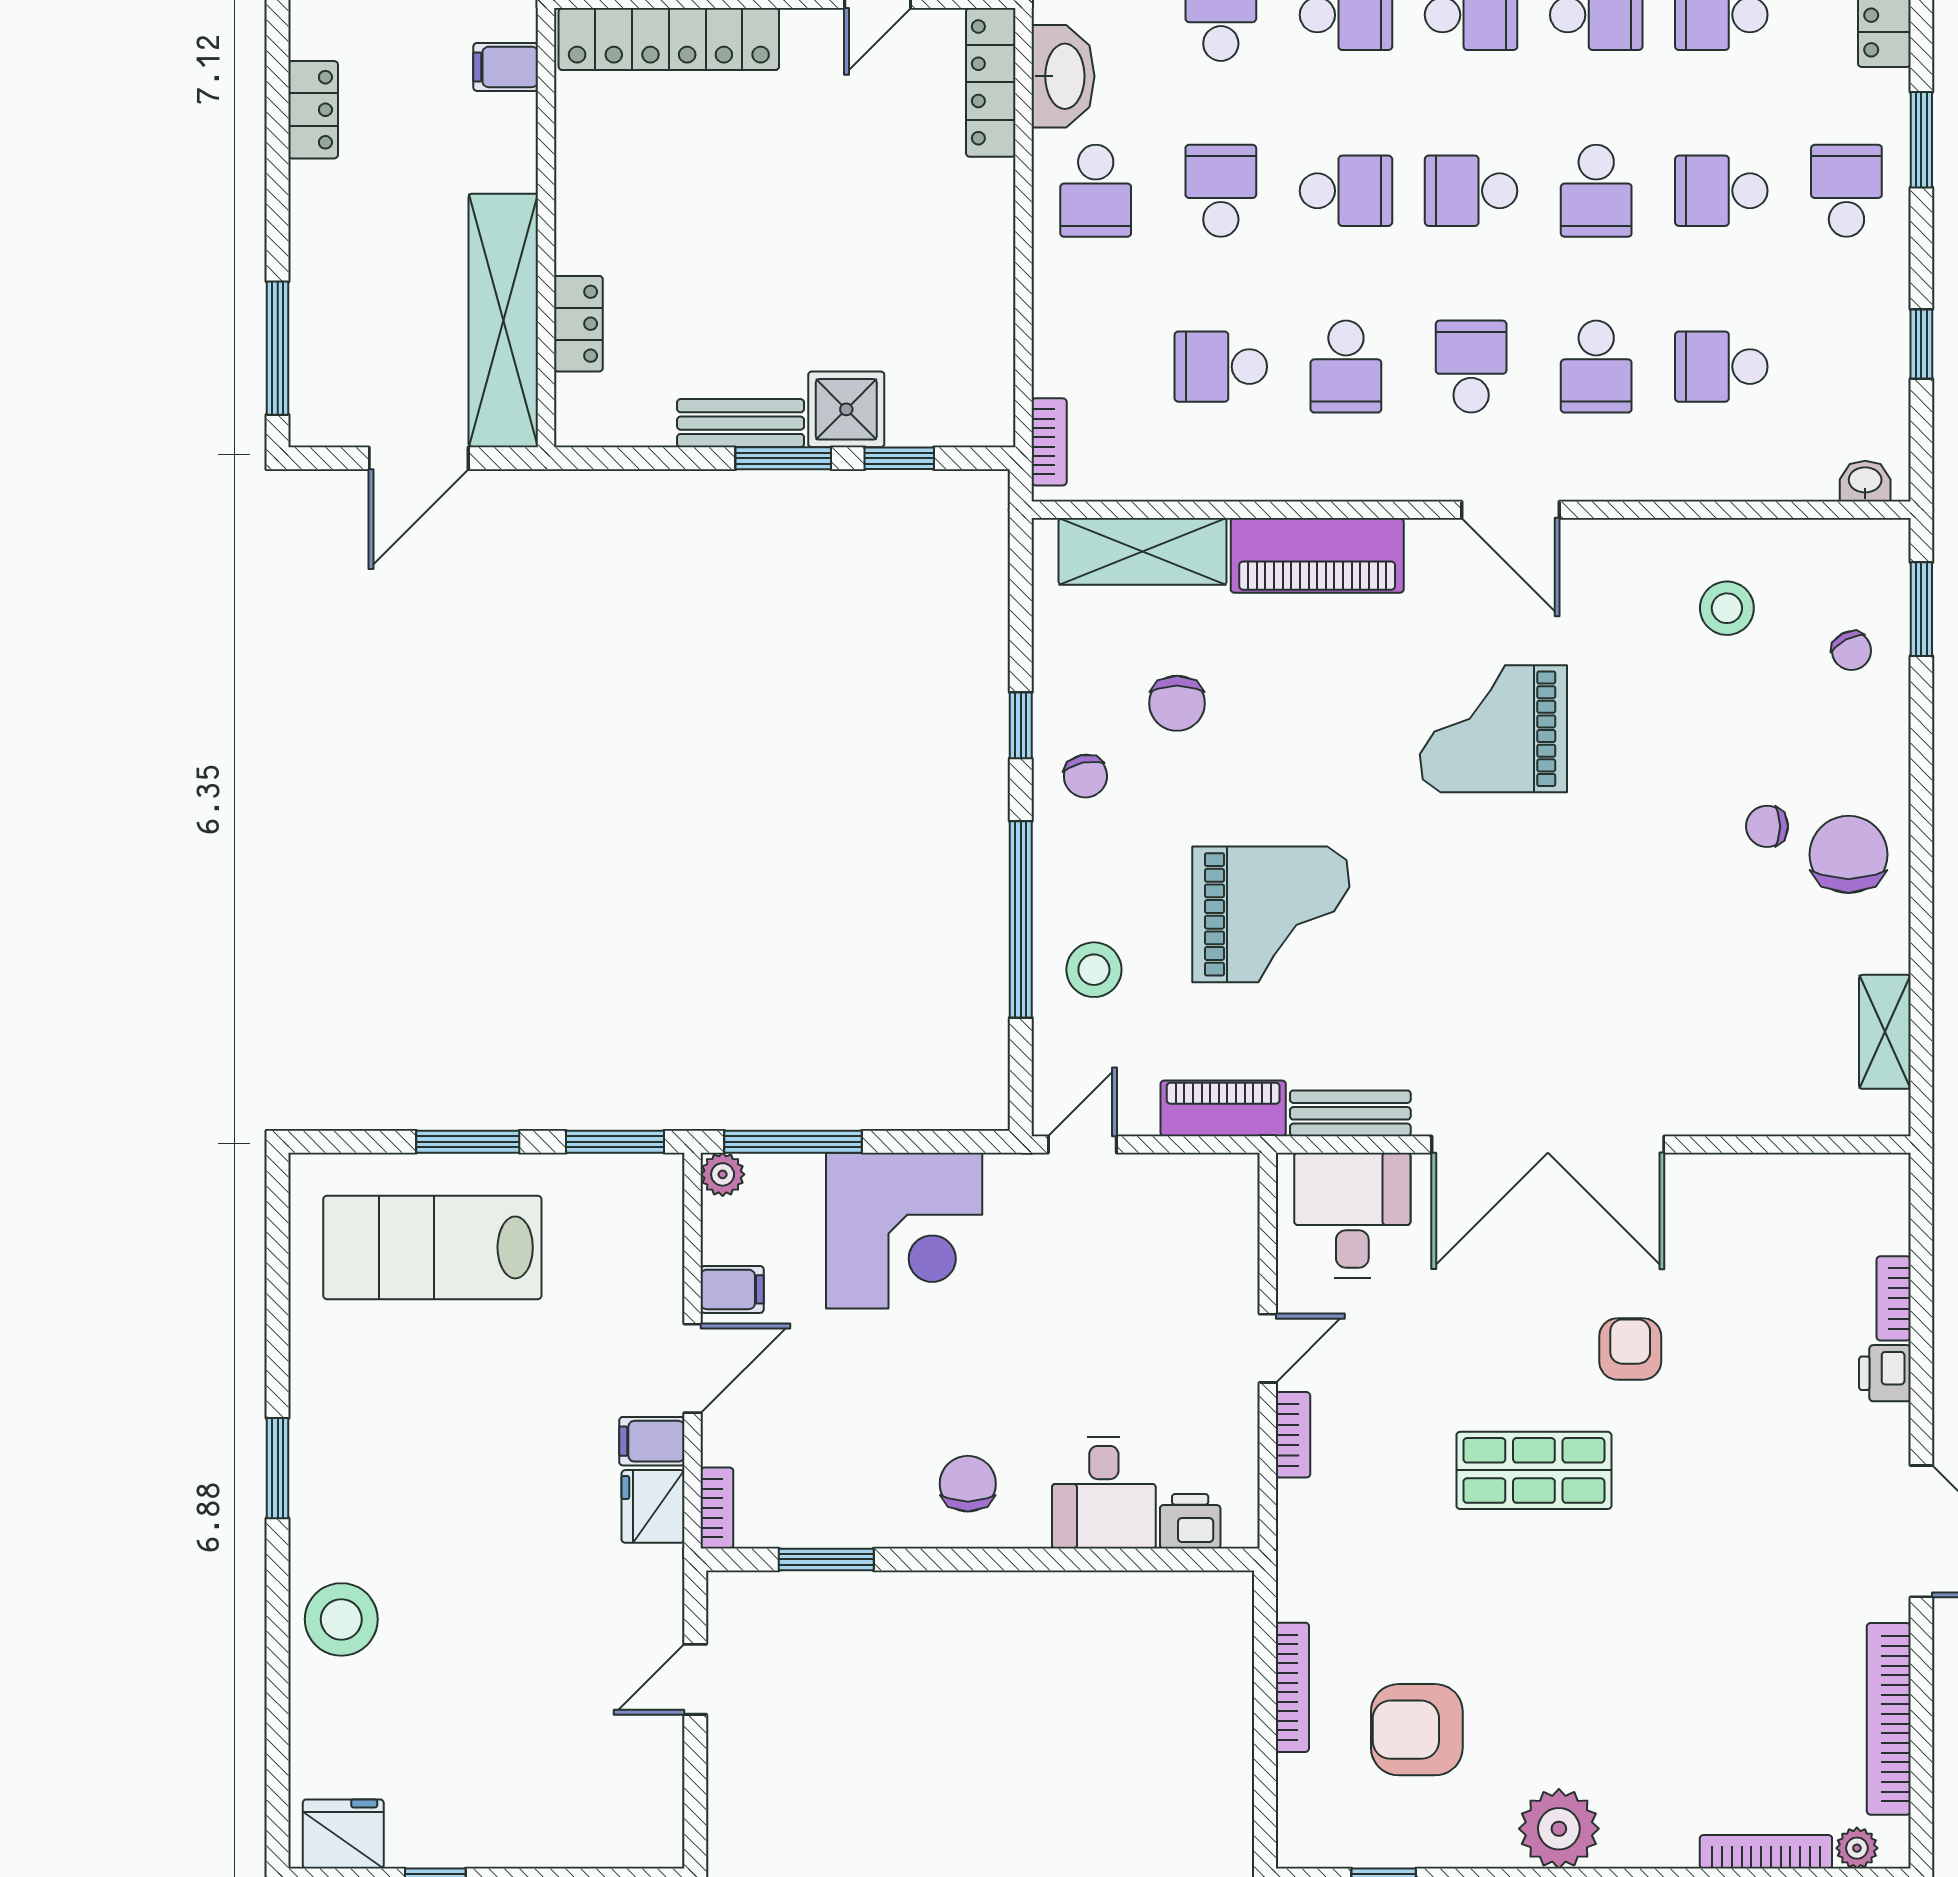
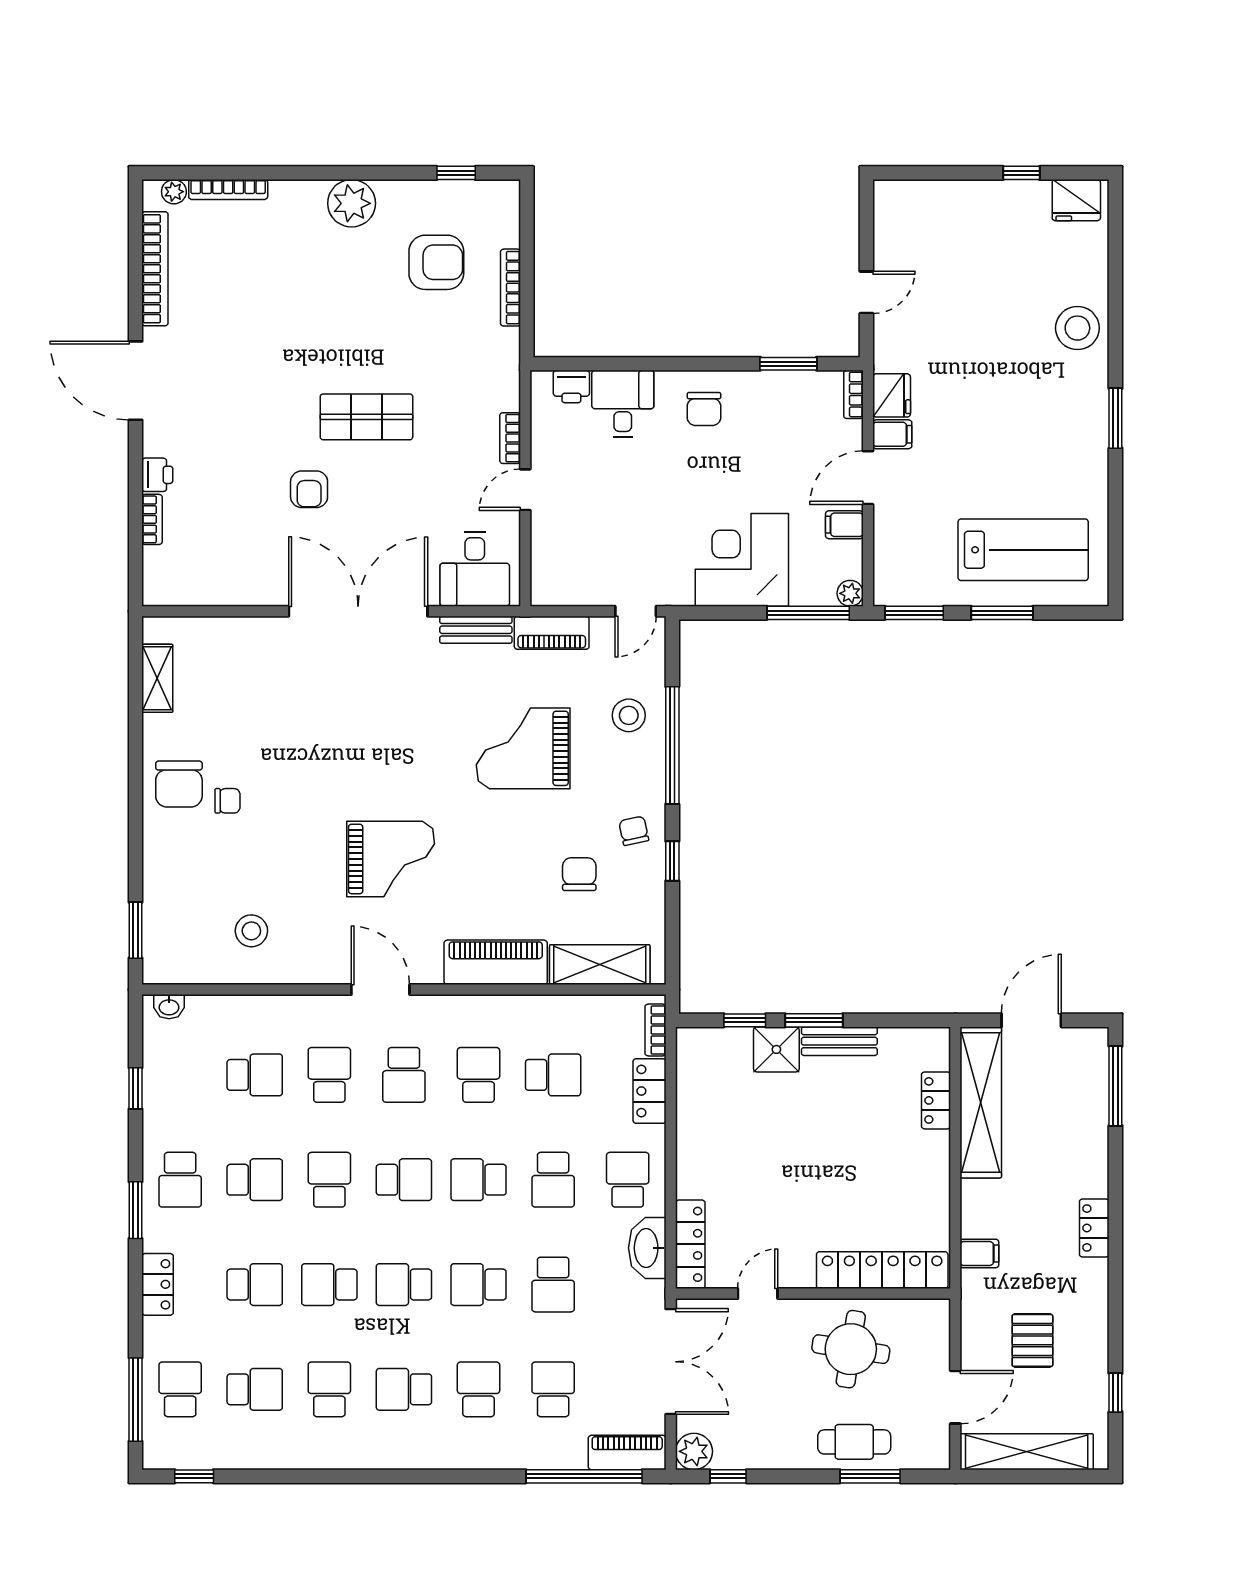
locker: (1059, 340) -> (650, 1091), added
chair: (1851, 651) -> (177, 906), removed

